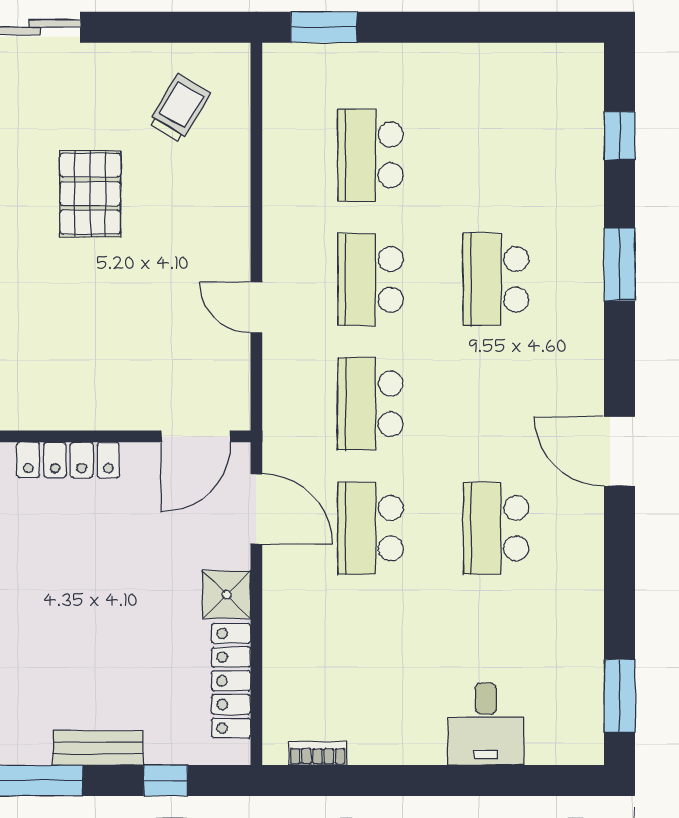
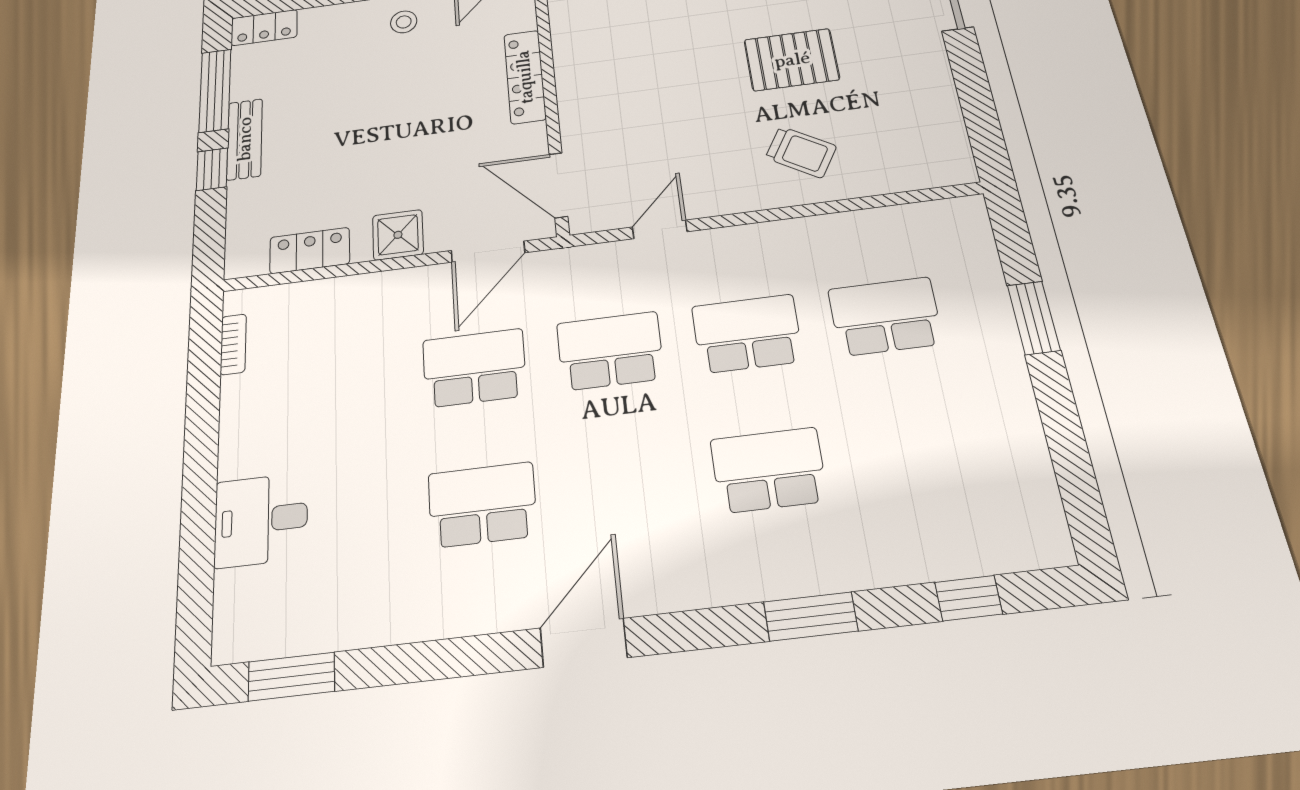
window: (324, 27) -> (1034, 318), moved
trolley: (179, 108) -> (801, 152), moved
door: (256, 307) -> (660, 229), moved
locker: (231, 681) -> (310, 250), width x0.66
window: (166, 780) -> (212, 169), moved

